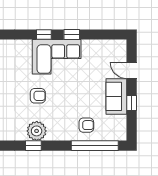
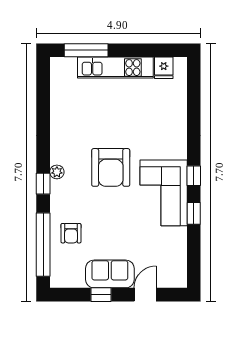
armchair: (38, 96) -> (111, 167), width x1.88, depth x1.88
plant: (37, 131) -> (57, 172), width x0.53, depth x0.53
window: (33, 146) -> (43, 184), moved

